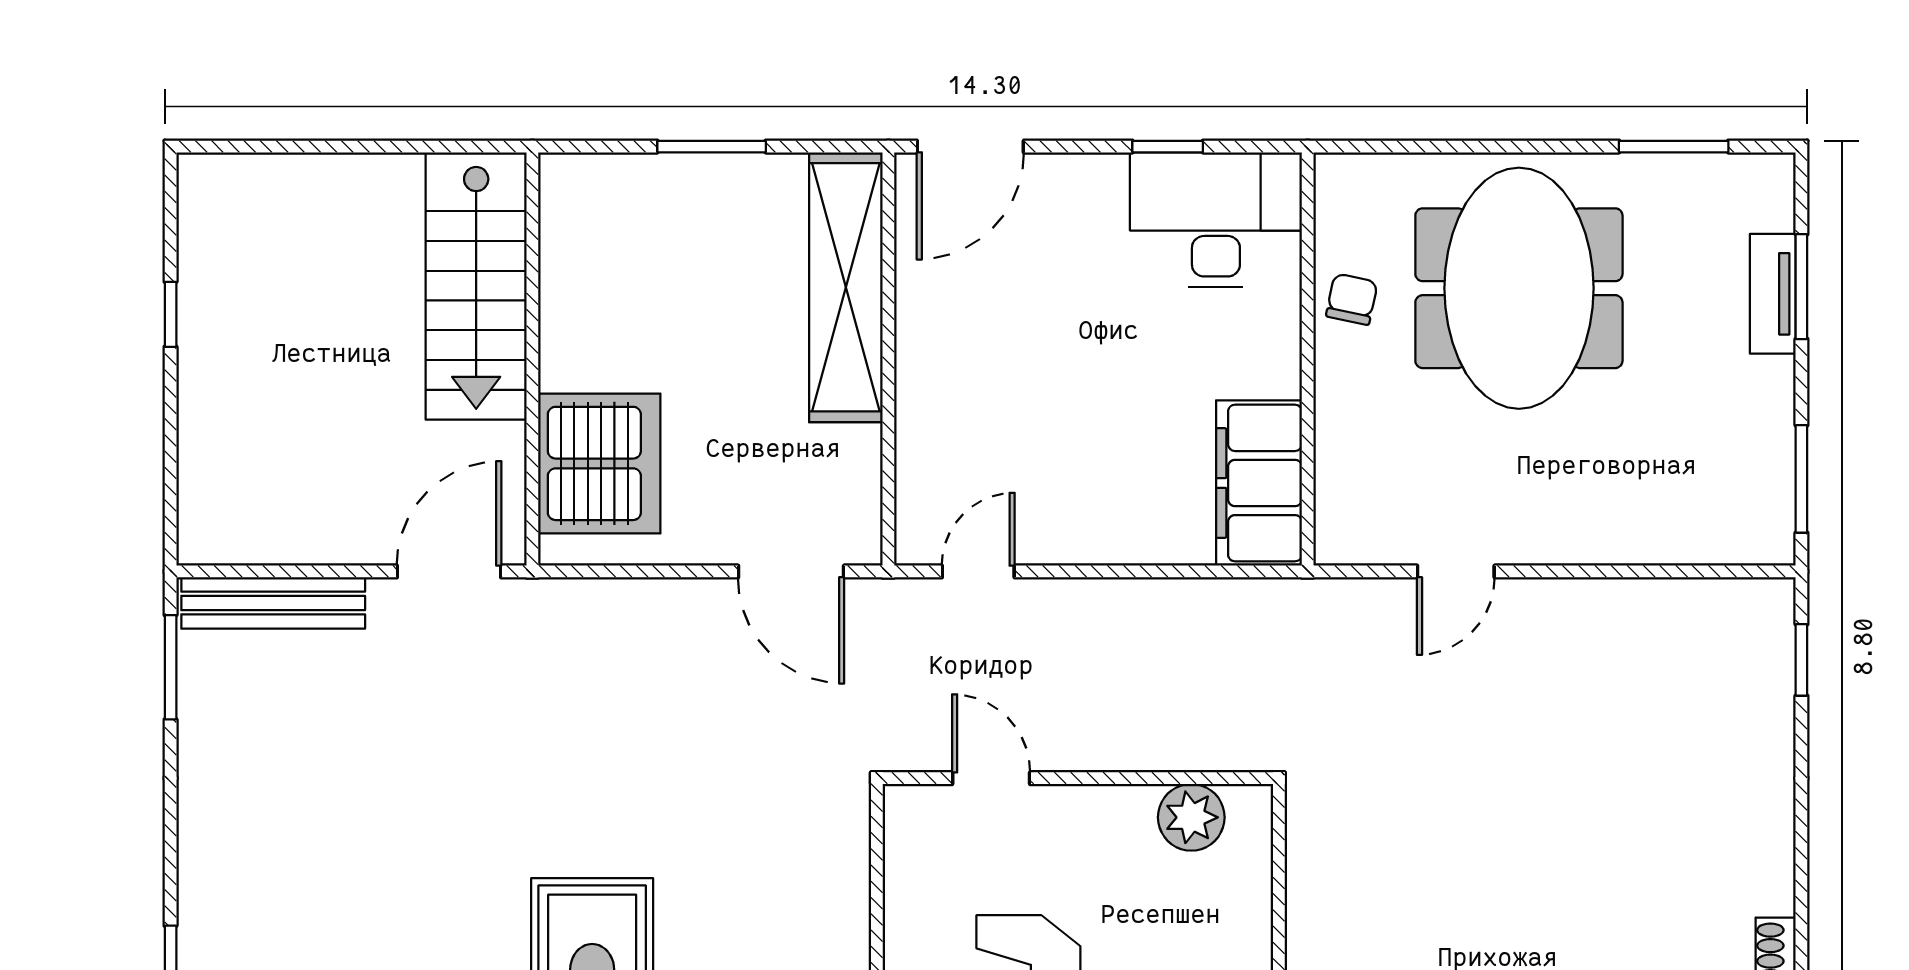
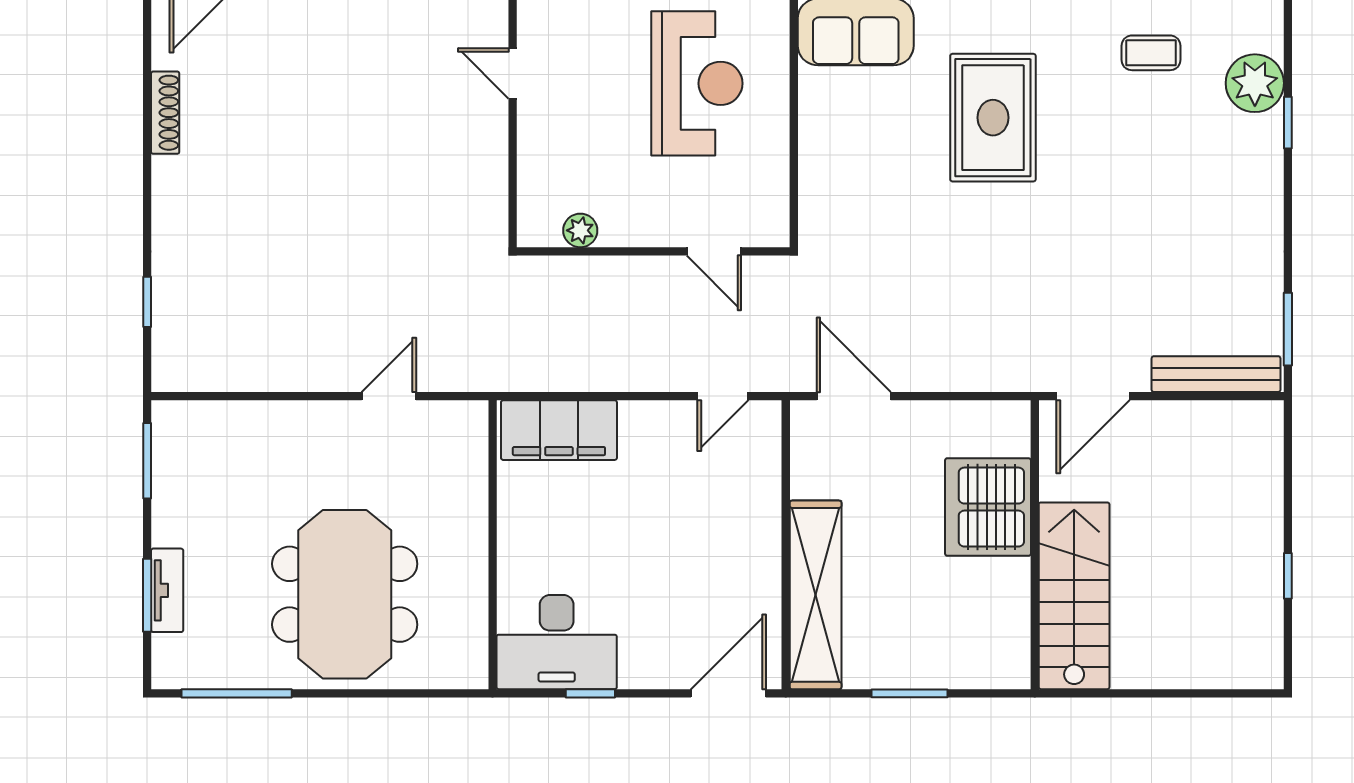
window: (1674, 147) -> (237, 693), width x1.44
chair: (1352, 299) -> (462, 587), removed
server rack: (599, 463) -> (988, 507), moved
filing cabinet: (1259, 483) -> (559, 430), moved, turned 90
window: (1801, 660) -> (147, 302), moved
plant: (1191, 817) -> (580, 230), width x0.73, depth x0.73

